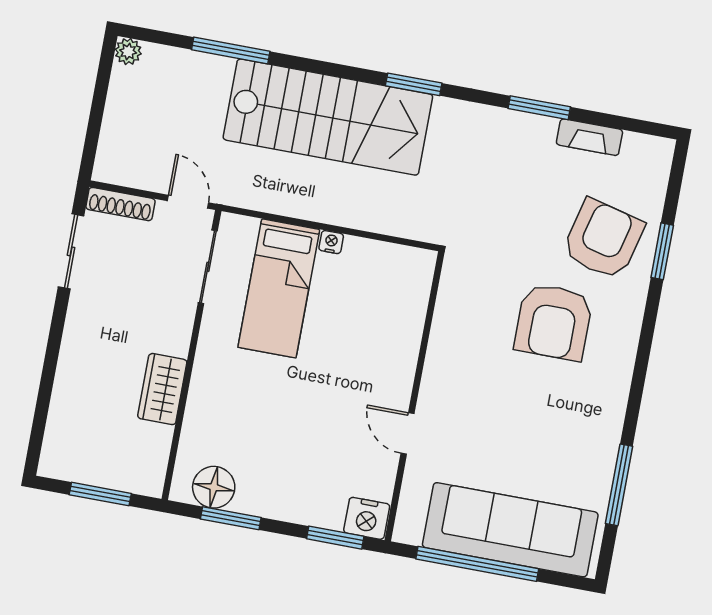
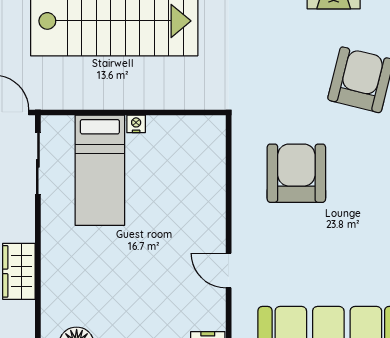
armchair: (553, 322) -> (296, 173), moved, turned 180

